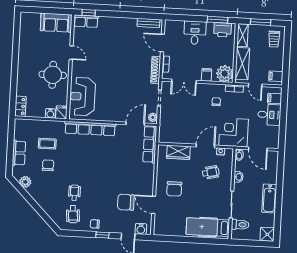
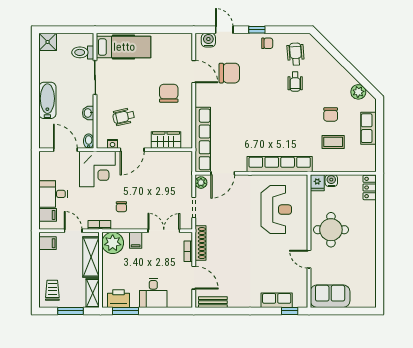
row of seats: (86, 21) -> (277, 300), moved
reception desk: (83, 97) -> (276, 210), moved
row of seats: (150, 144) -> (203, 139), width x1.36
bathtub: (269, 198) -> (47, 100), moved

